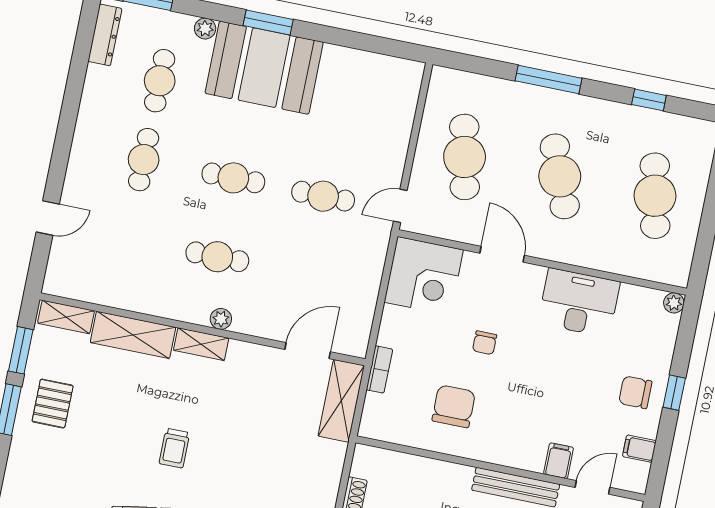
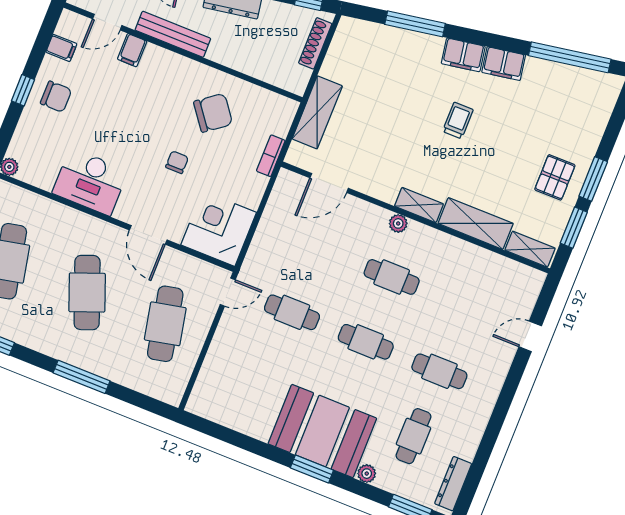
cafe table: (144, 160) -> (439, 371), turned 90
shelving: (341, 401) -> (317, 112), moved
chair: (454, 406) -> (213, 113), turned -127

